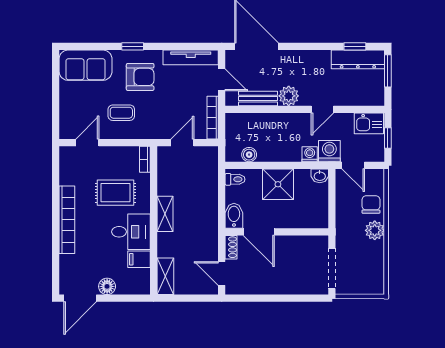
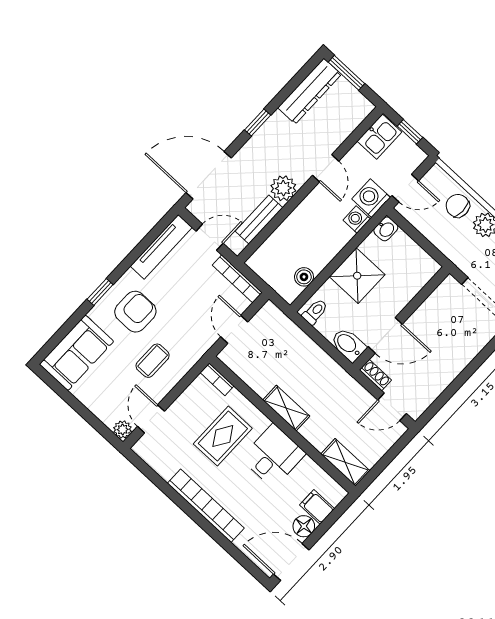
window: (355, 46) -> (258, 122), moved
plant: (66, 132) -> (123, 430), added
filing cabinet: (139, 259) -> (317, 507), moved, turned 90
door: (80, 298) -> (291, 562), swing flipped

